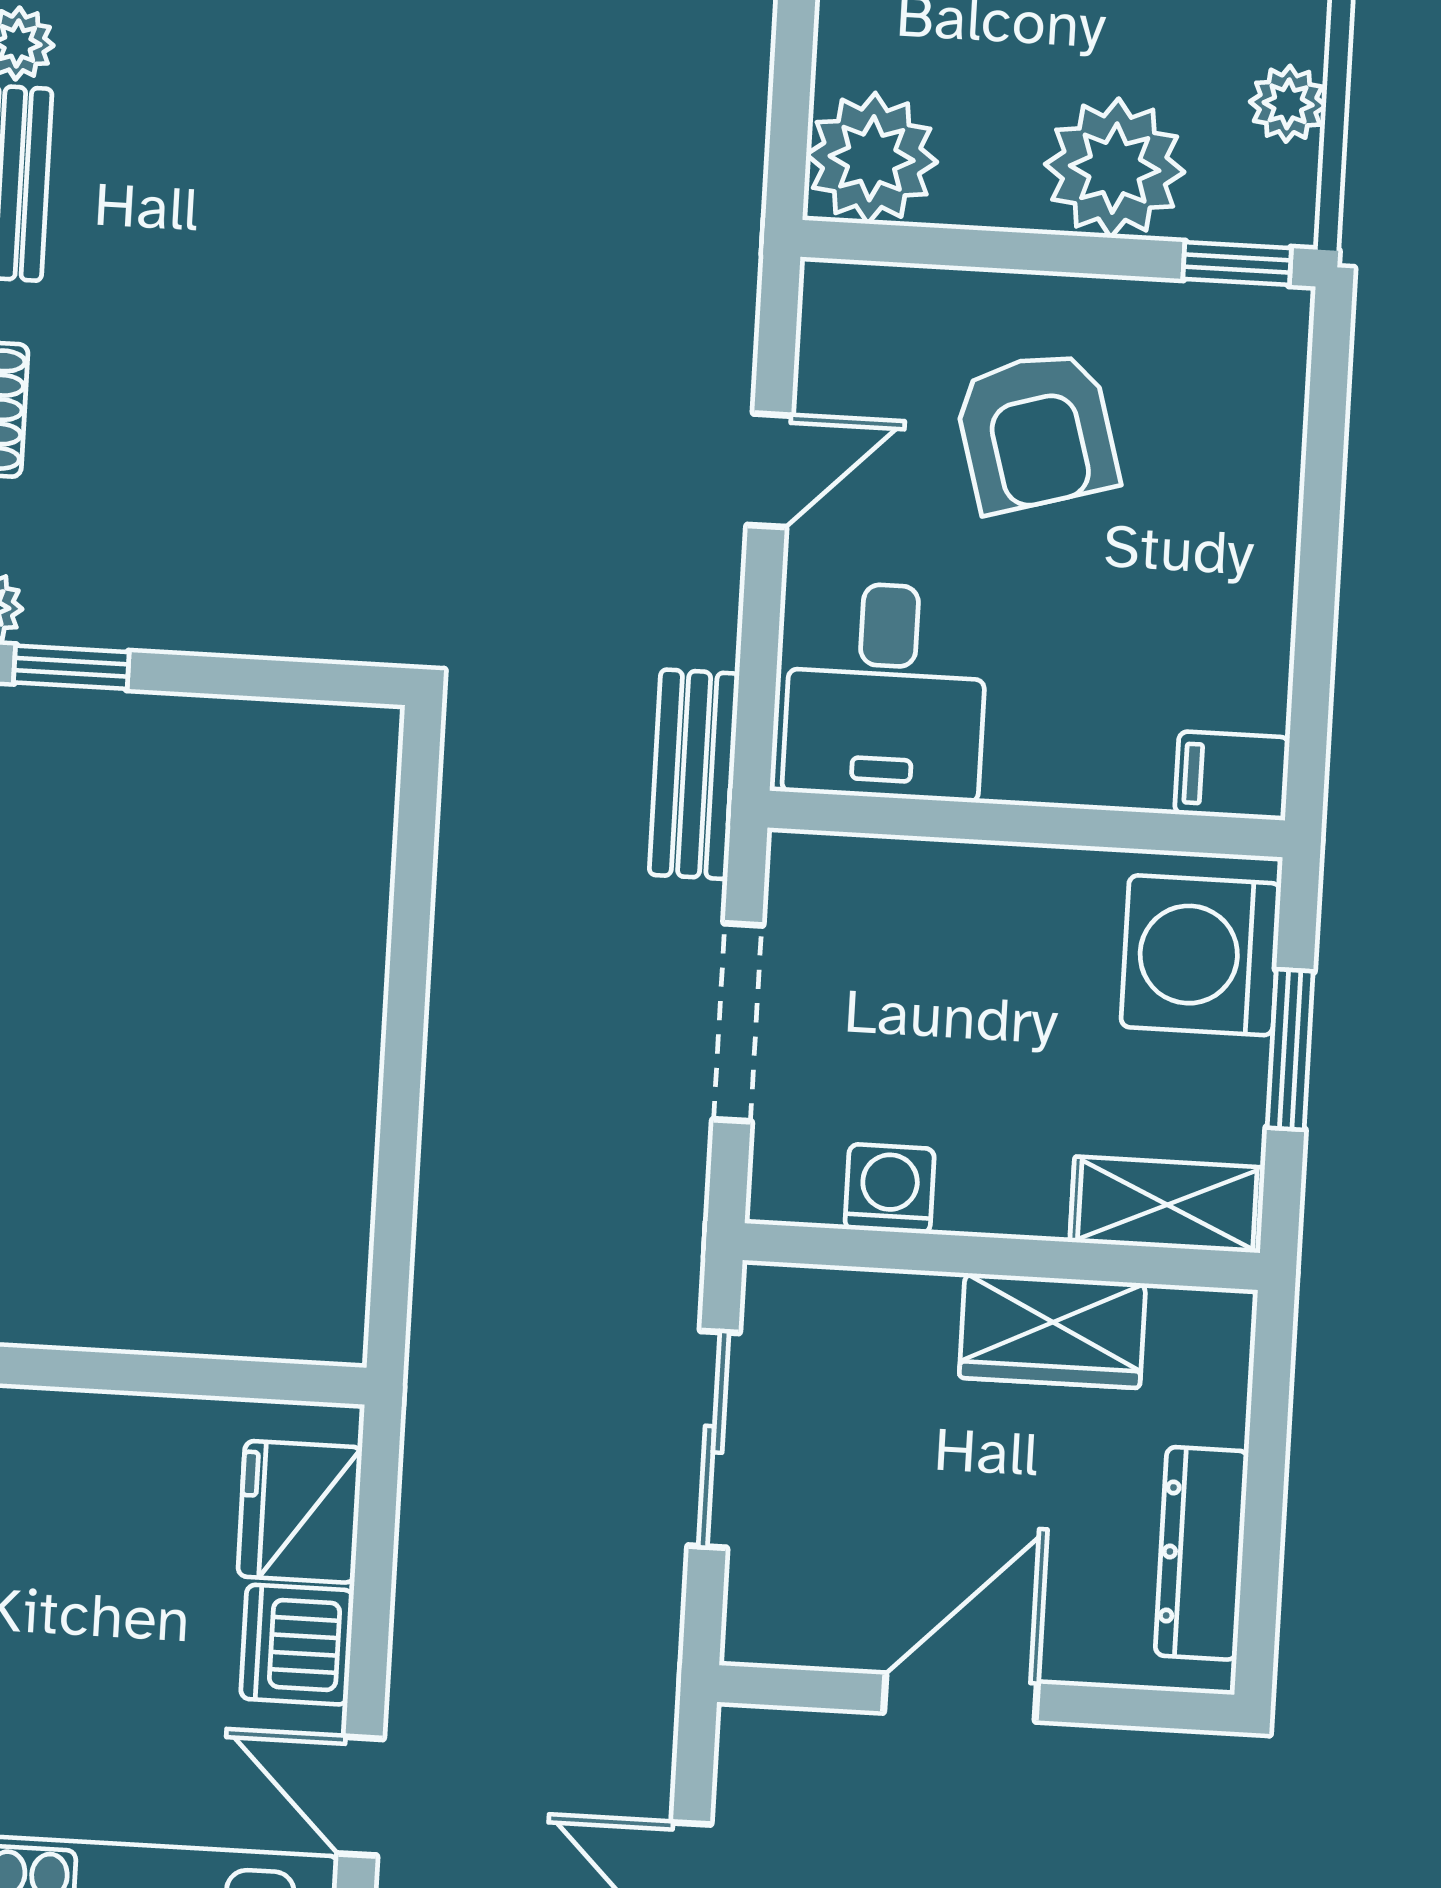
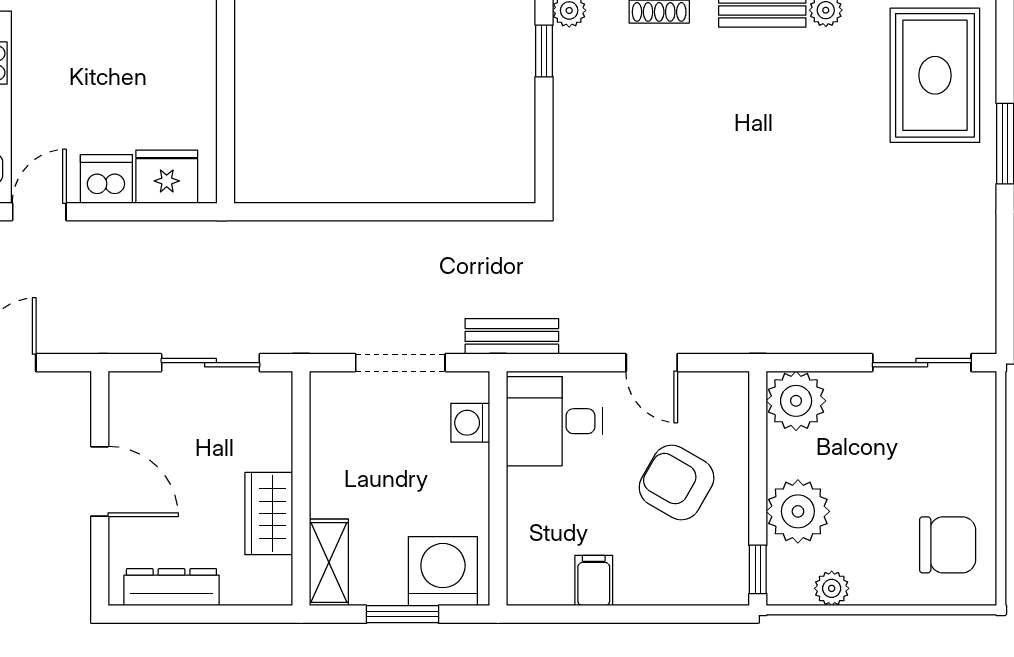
armchair: (1036, 431) -> (677, 482), turned 46
filing cabinet: (1232, 776) -> (594, 581), moved
washing machine: (890, 1189) -> (470, 423), moved, turned 180

